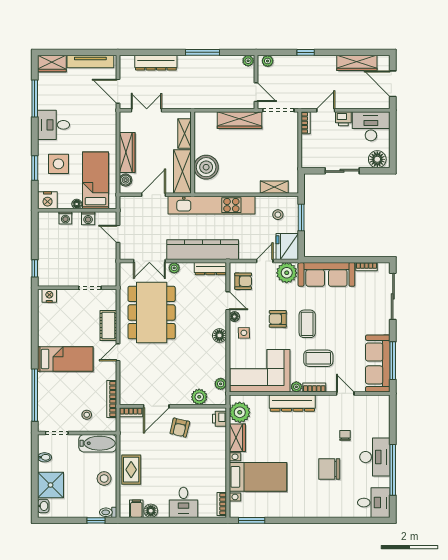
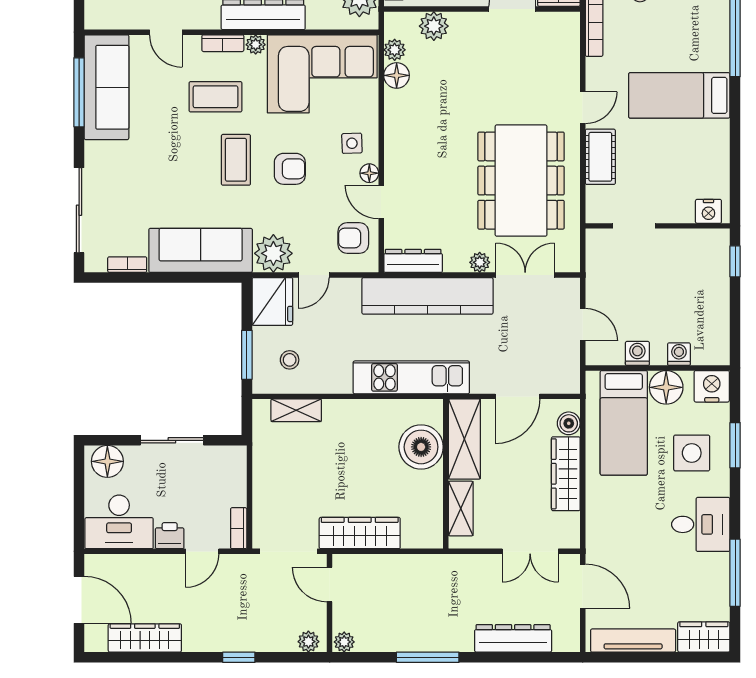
floor lamp: (77, 204) -> (666, 387), width x1.89, depth x1.89
kitchen unit: (211, 205) -> (411, 377), width x0.73
floor lamp: (219, 335) -> (397, 75), moved

